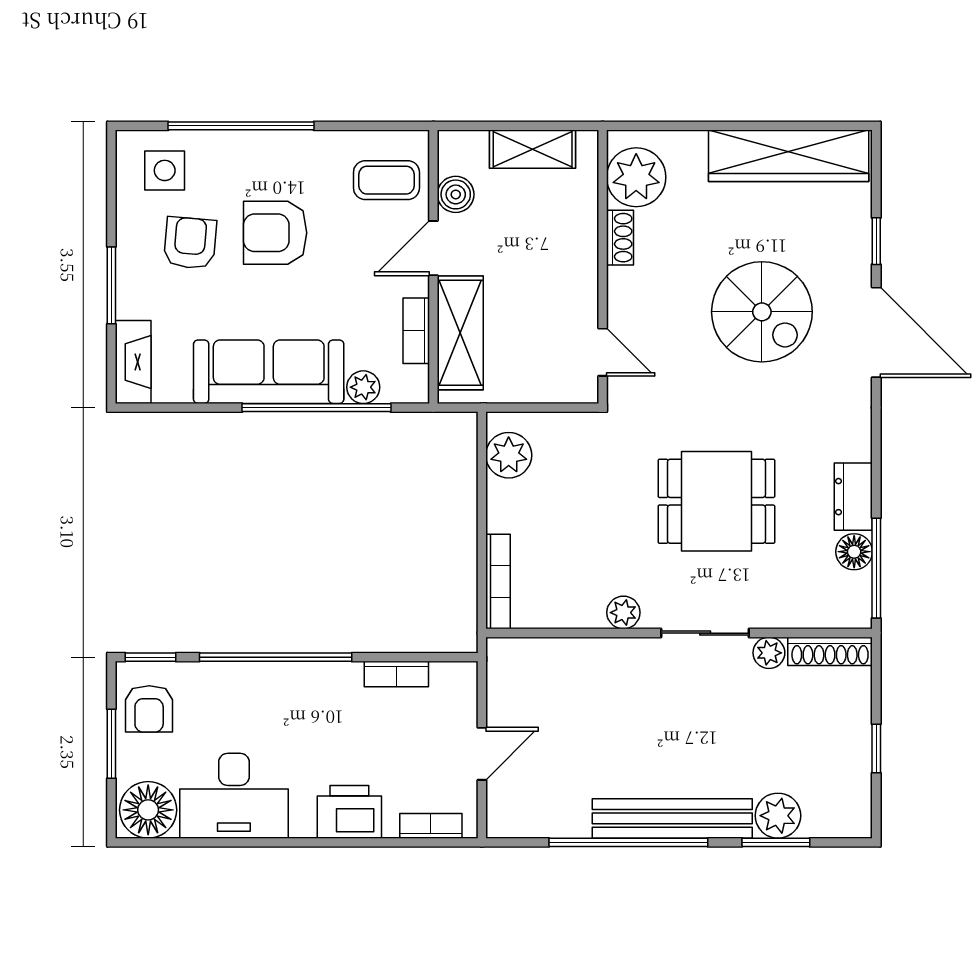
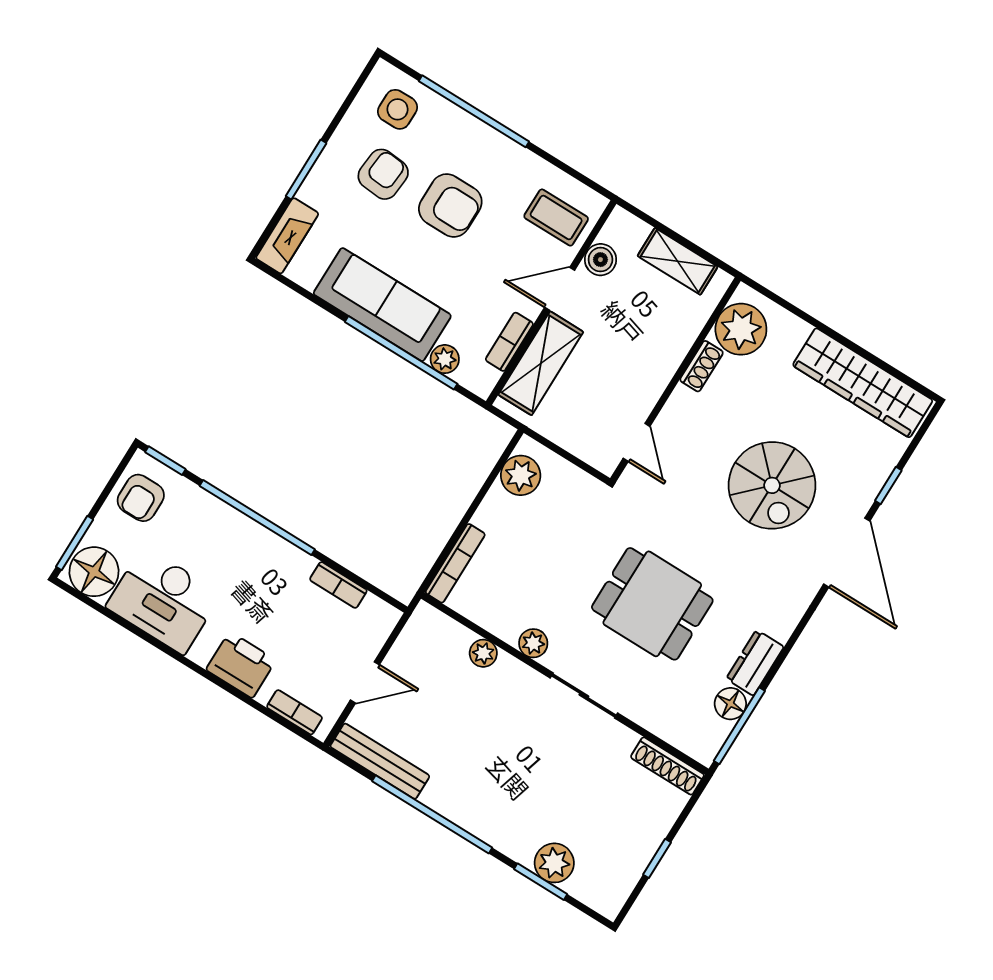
armchair: (275, 233) -> (450, 205), turned 180
plant: (769, 653) -> (483, 653), moved
window: (111, 744) -> (75, 543), moved
bench: (672, 818) -> (380, 761), moved, width x0.73, depth x0.82

